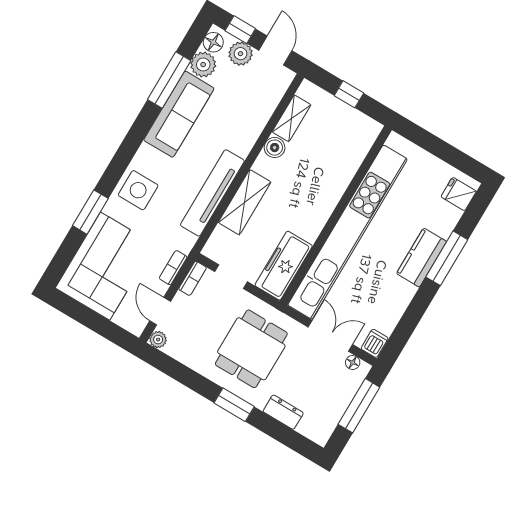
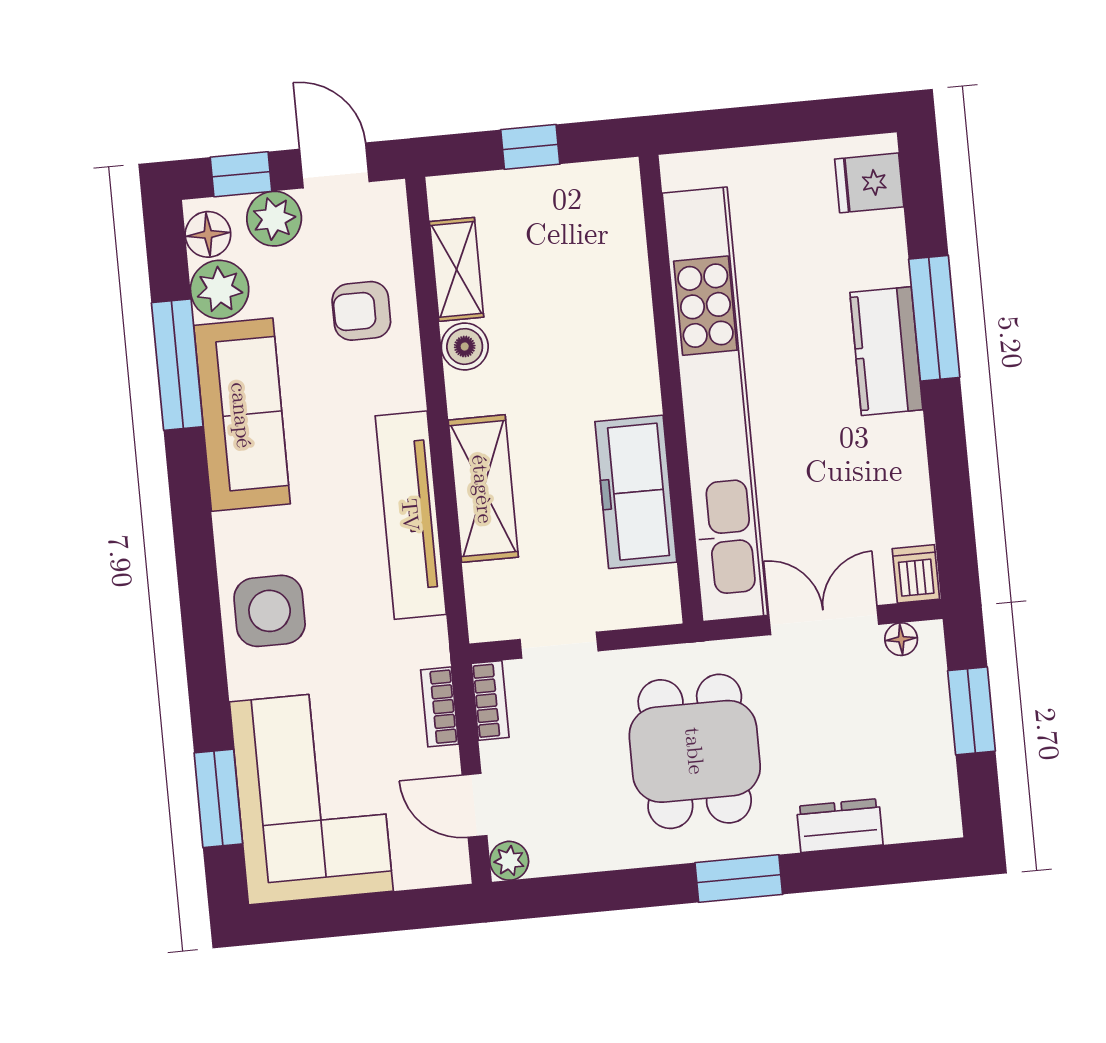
armchair: (247, 108) -> (361, 311), added
window: (90, 212) -> (218, 798), moved
freezer: (284, 266) -> (636, 492), moved
window: (359, 406) -> (971, 711), width x0.69

